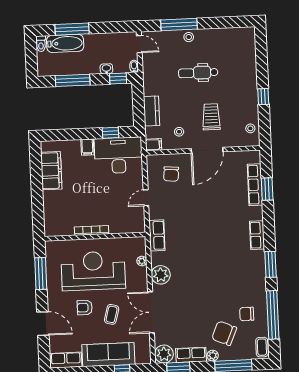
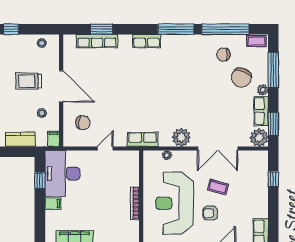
door: (146, 198) -> (105, 148), swing flipped
window: (271, 264) -> (176, 29), width x1.44
armchair: (85, 308) -> (210, 213), turned 90
chair: (247, 314) -> (223, 55), turned 90
sofa: (108, 355) -> (257, 192), removed

